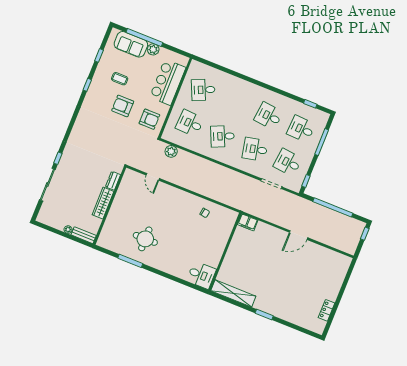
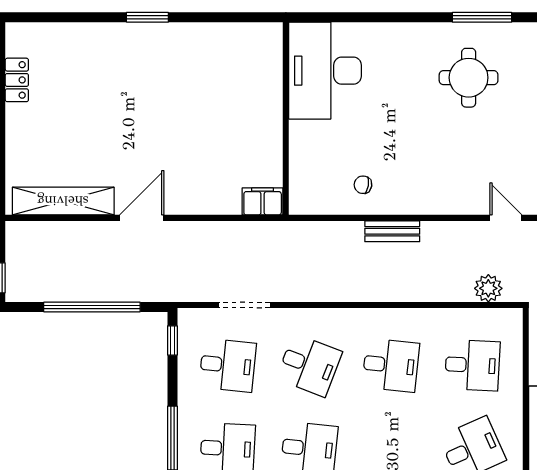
desk: (222, 136) -> (391, 365), turned 30
desk: (255, 149) -> (309, 365), turned 33
bench: (200, 190) -> (392, 231), added
desk: (201, 275) -> (325, 71), width x1.87, depth x1.30
shelving: (233, 293) -> (63, 201), moved

